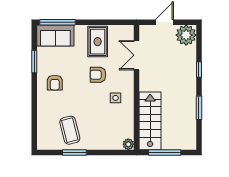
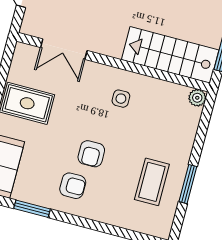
armchair: (98, 75) -> (91, 154), moved
coffee table: (70, 130) -> (152, 182), turned -76

